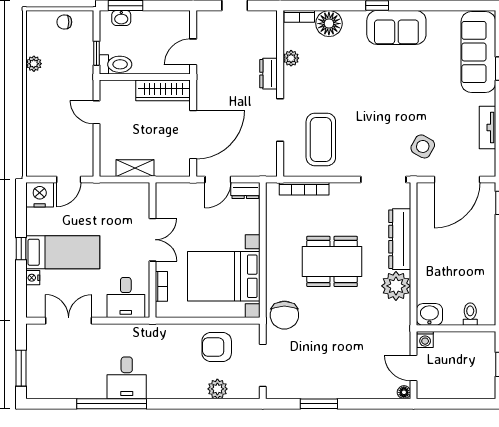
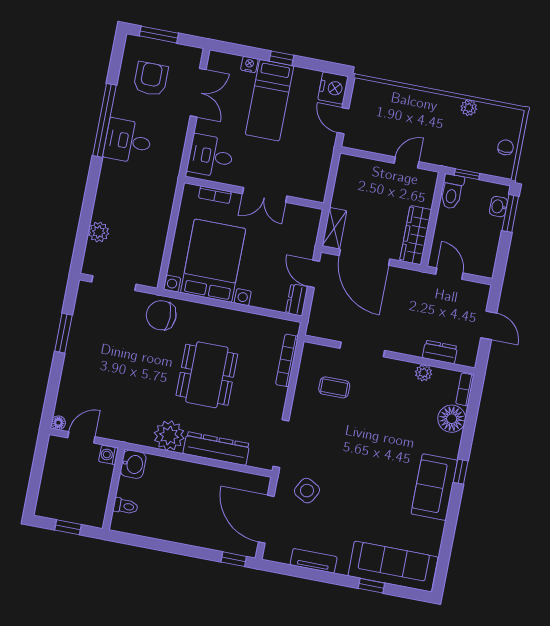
dresser: (268, 74) -> (440, 352), moved
coffee table: (321, 139) -> (334, 387), width x0.54, depth x0.58
shelving: (135, 168) -> (334, 228), moved
armchair: (217, 347) -> (151, 79), moved

